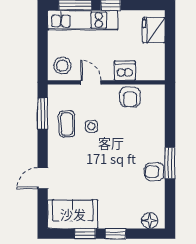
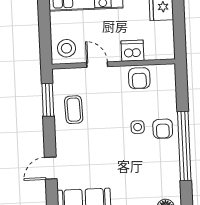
side table: (91, 126) -> (138, 127), moved
window: (170, 163) -> (184, 146), width x2.11
armchair: (154, 172) -> (163, 129), moved, turned -90

